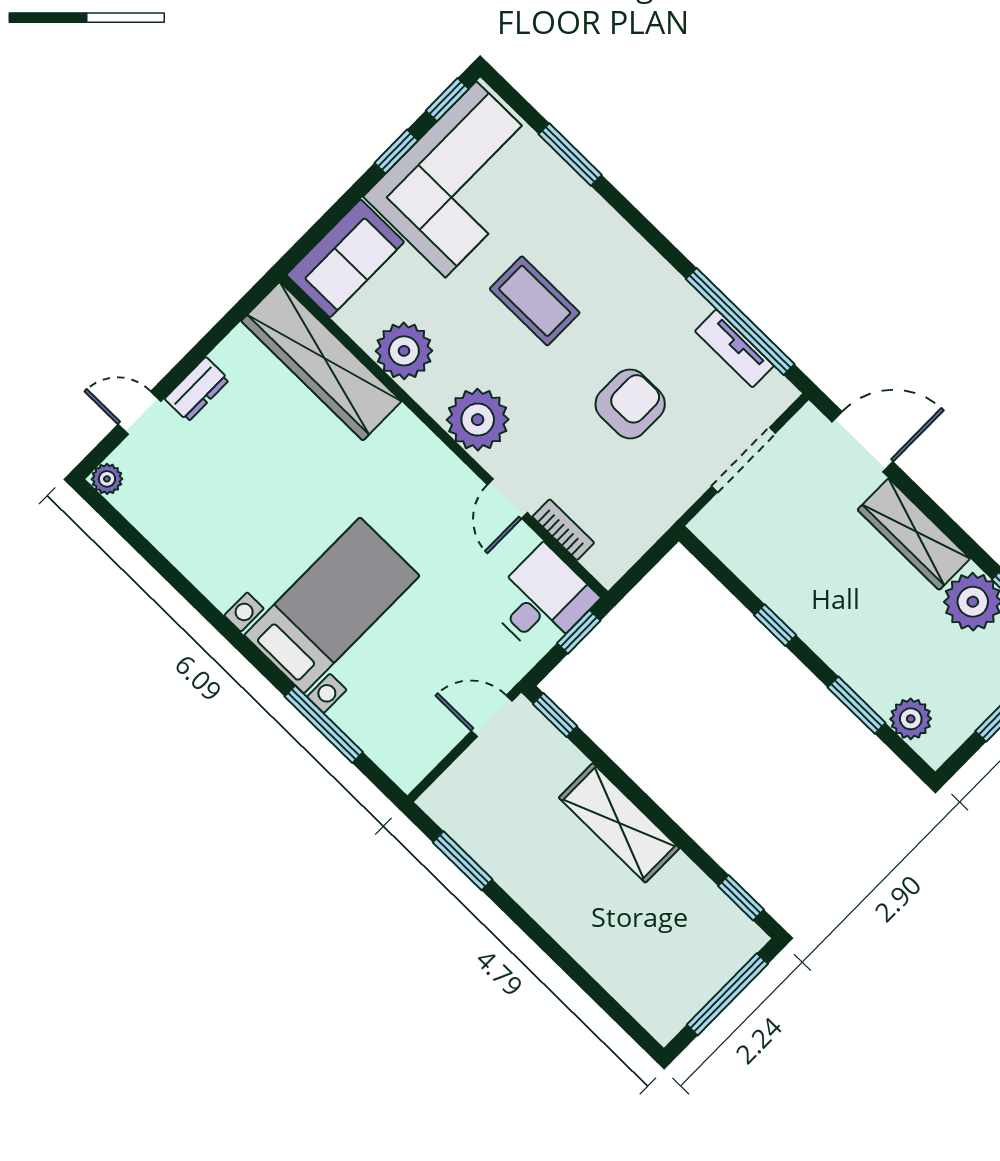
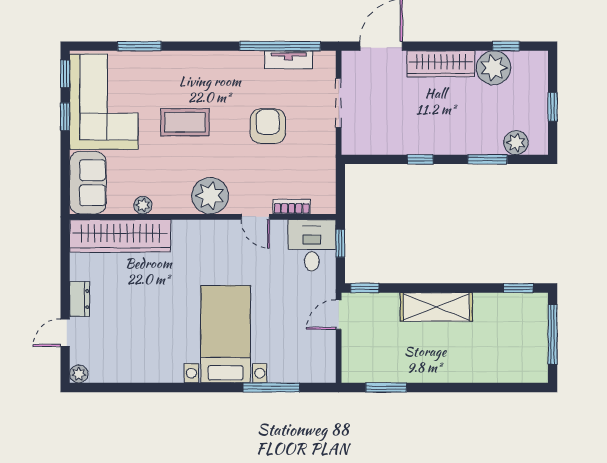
plant: (404, 351) -> (143, 205), width x0.53, depth x0.53

